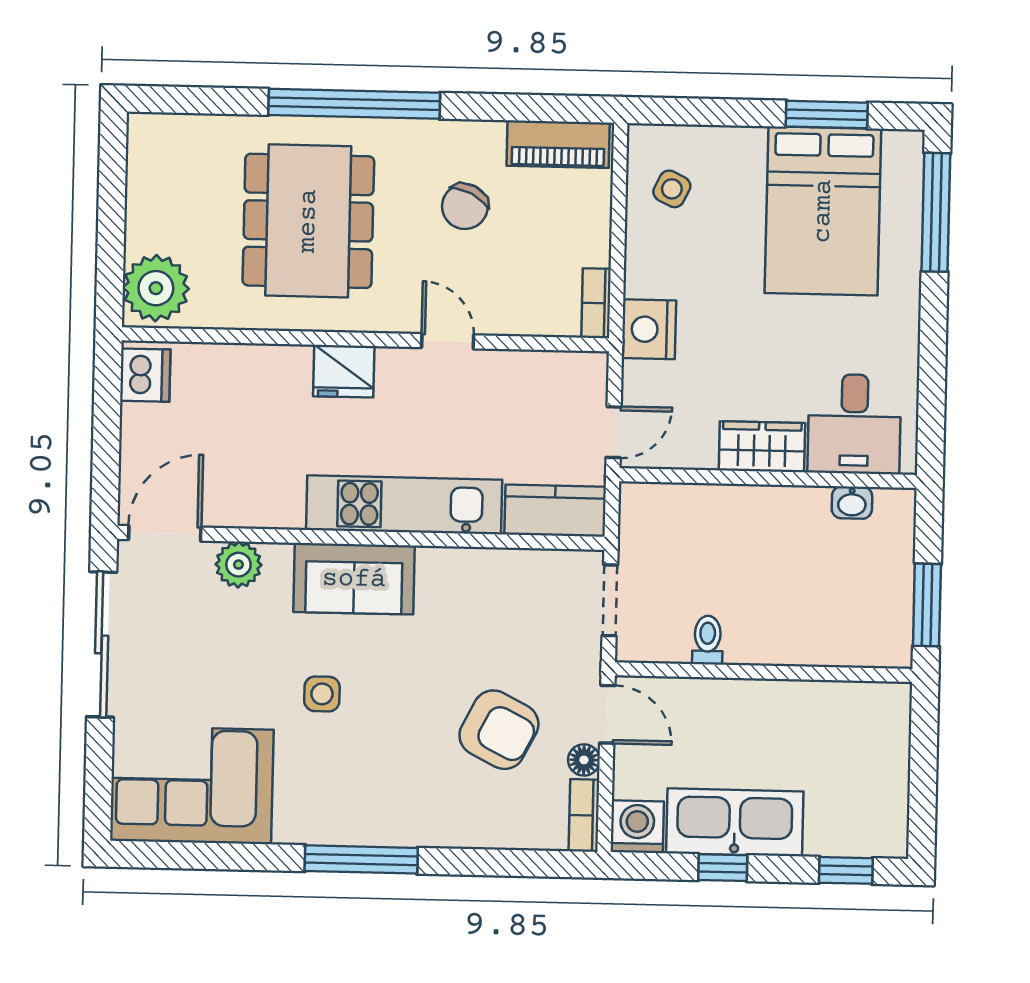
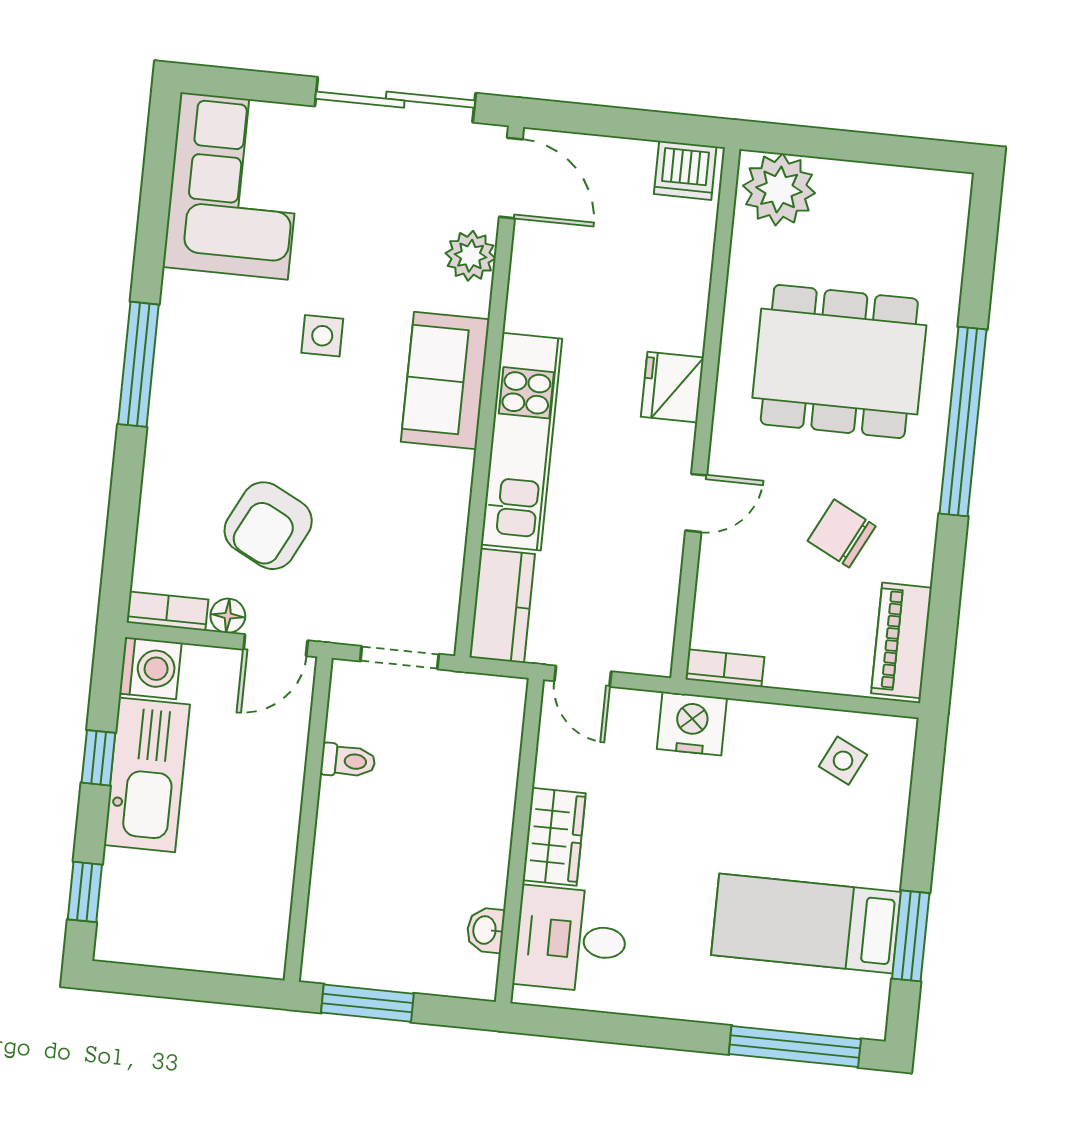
bed: (823, 211) -> (806, 924), width x0.67

